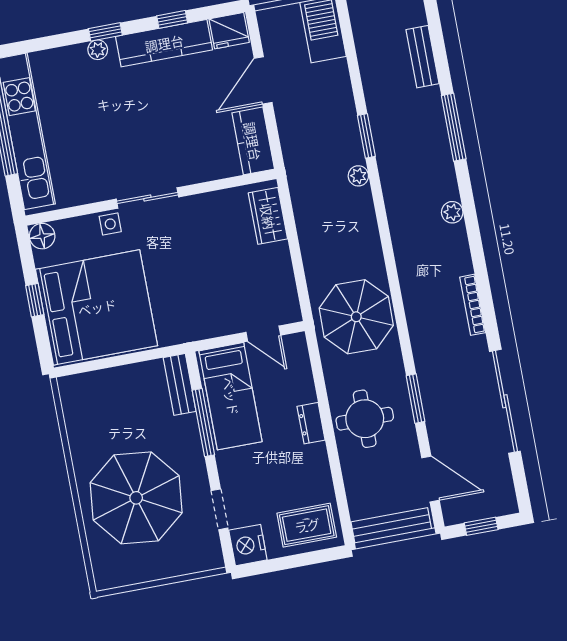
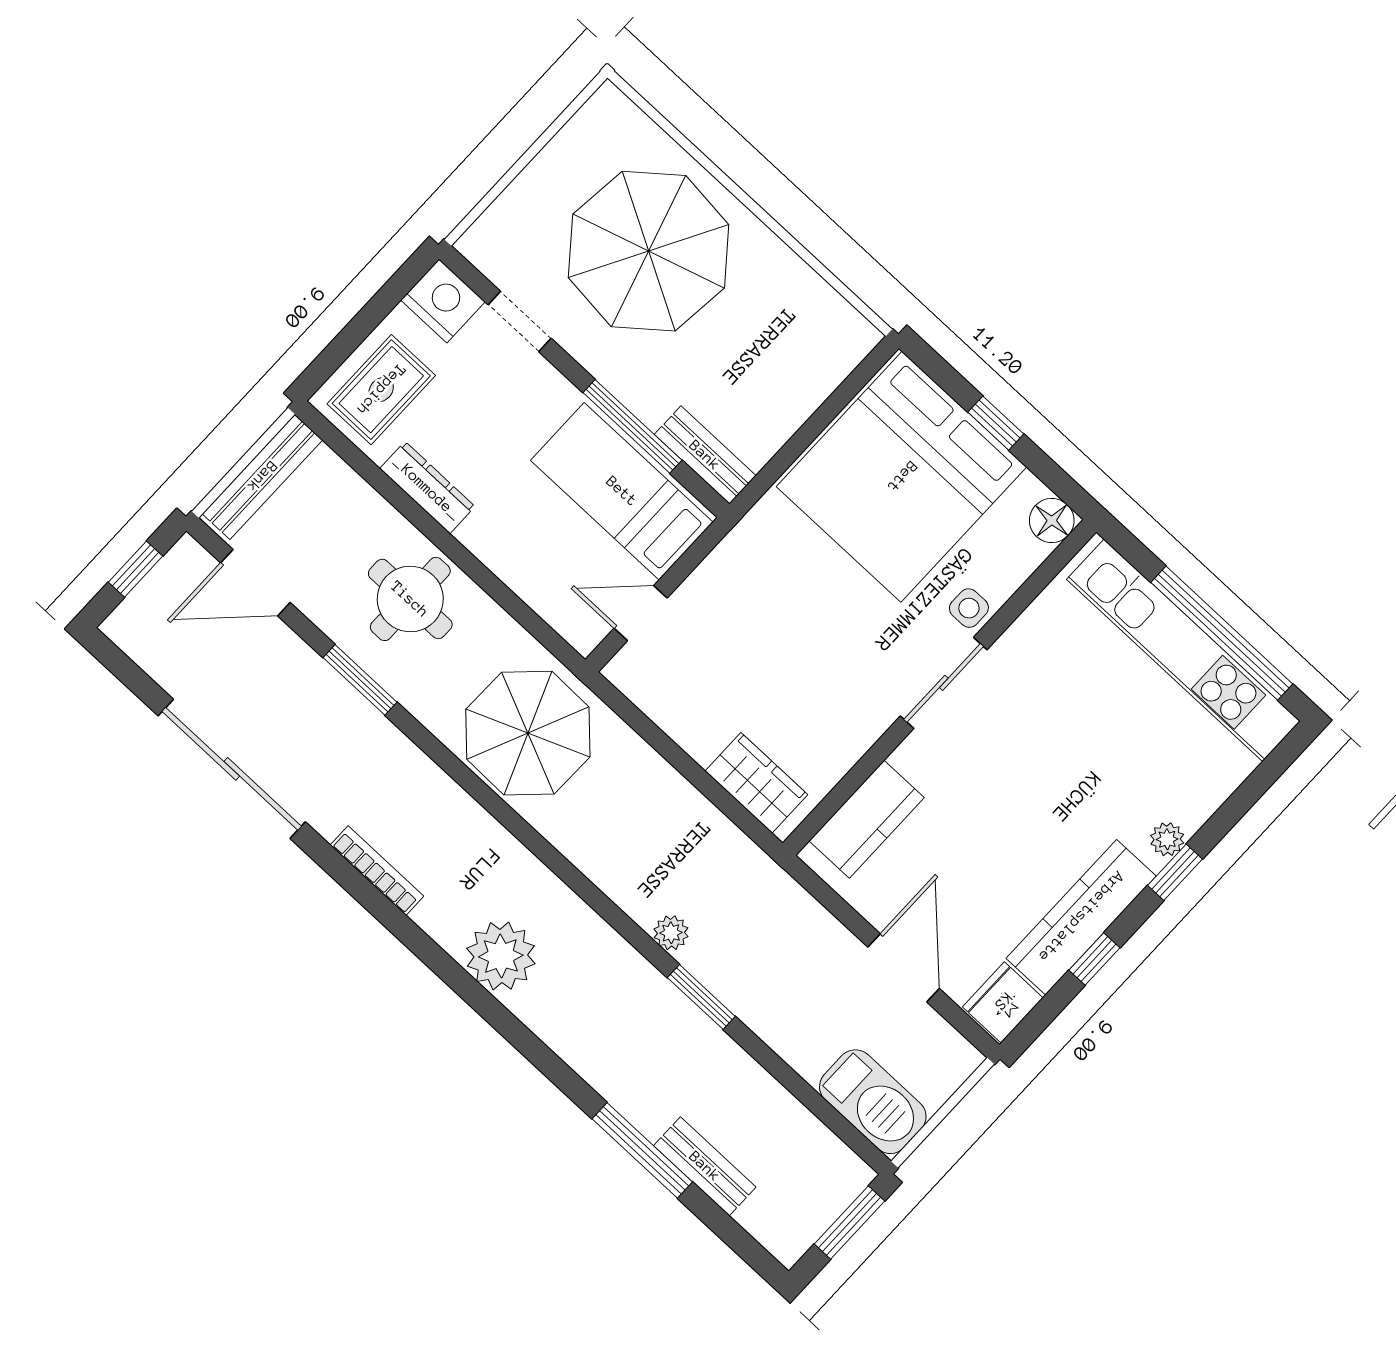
window: (454, 127) -> (642, 1150), moved
kitchen counter: (253, 141) -> (867, 819), moved, turned 90
plant: (452, 212) -> (501, 956), width x1.88, depth x1.88
dresser: (311, 423) -> (427, 488), moved, width x1.44

